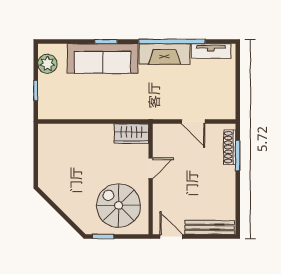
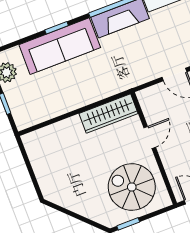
wardrobe: (131, 134) -> (109, 114), width x1.50

